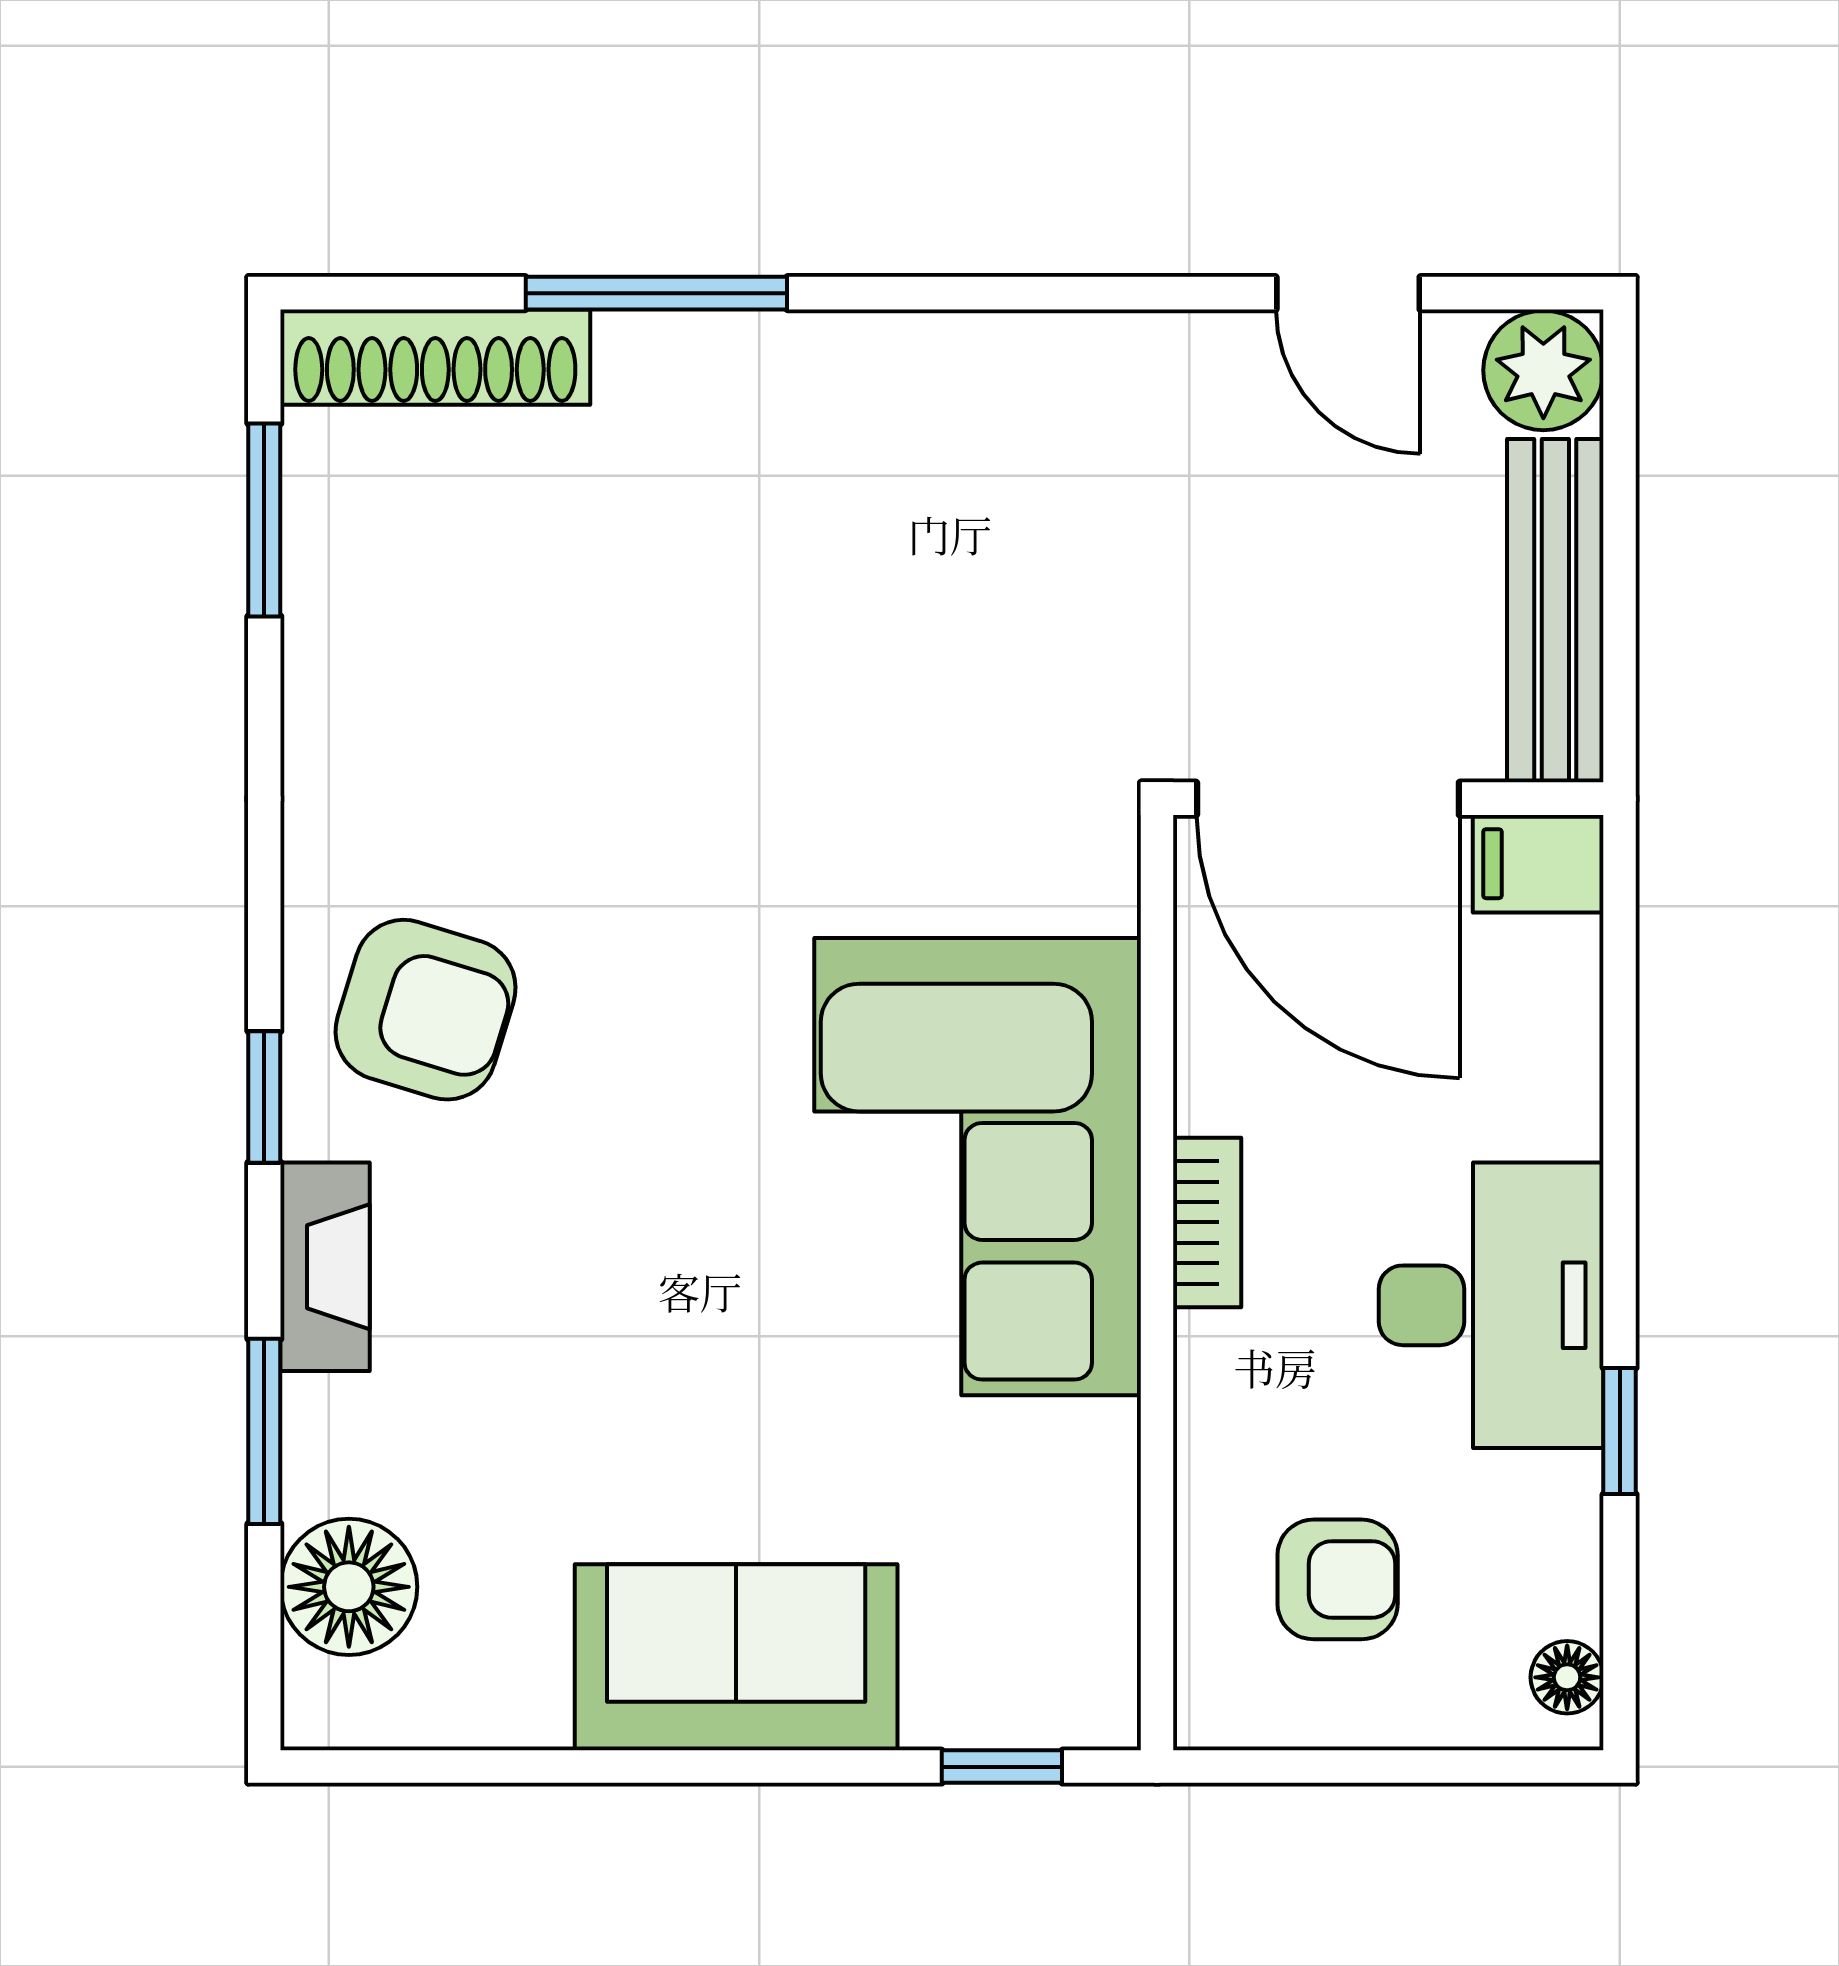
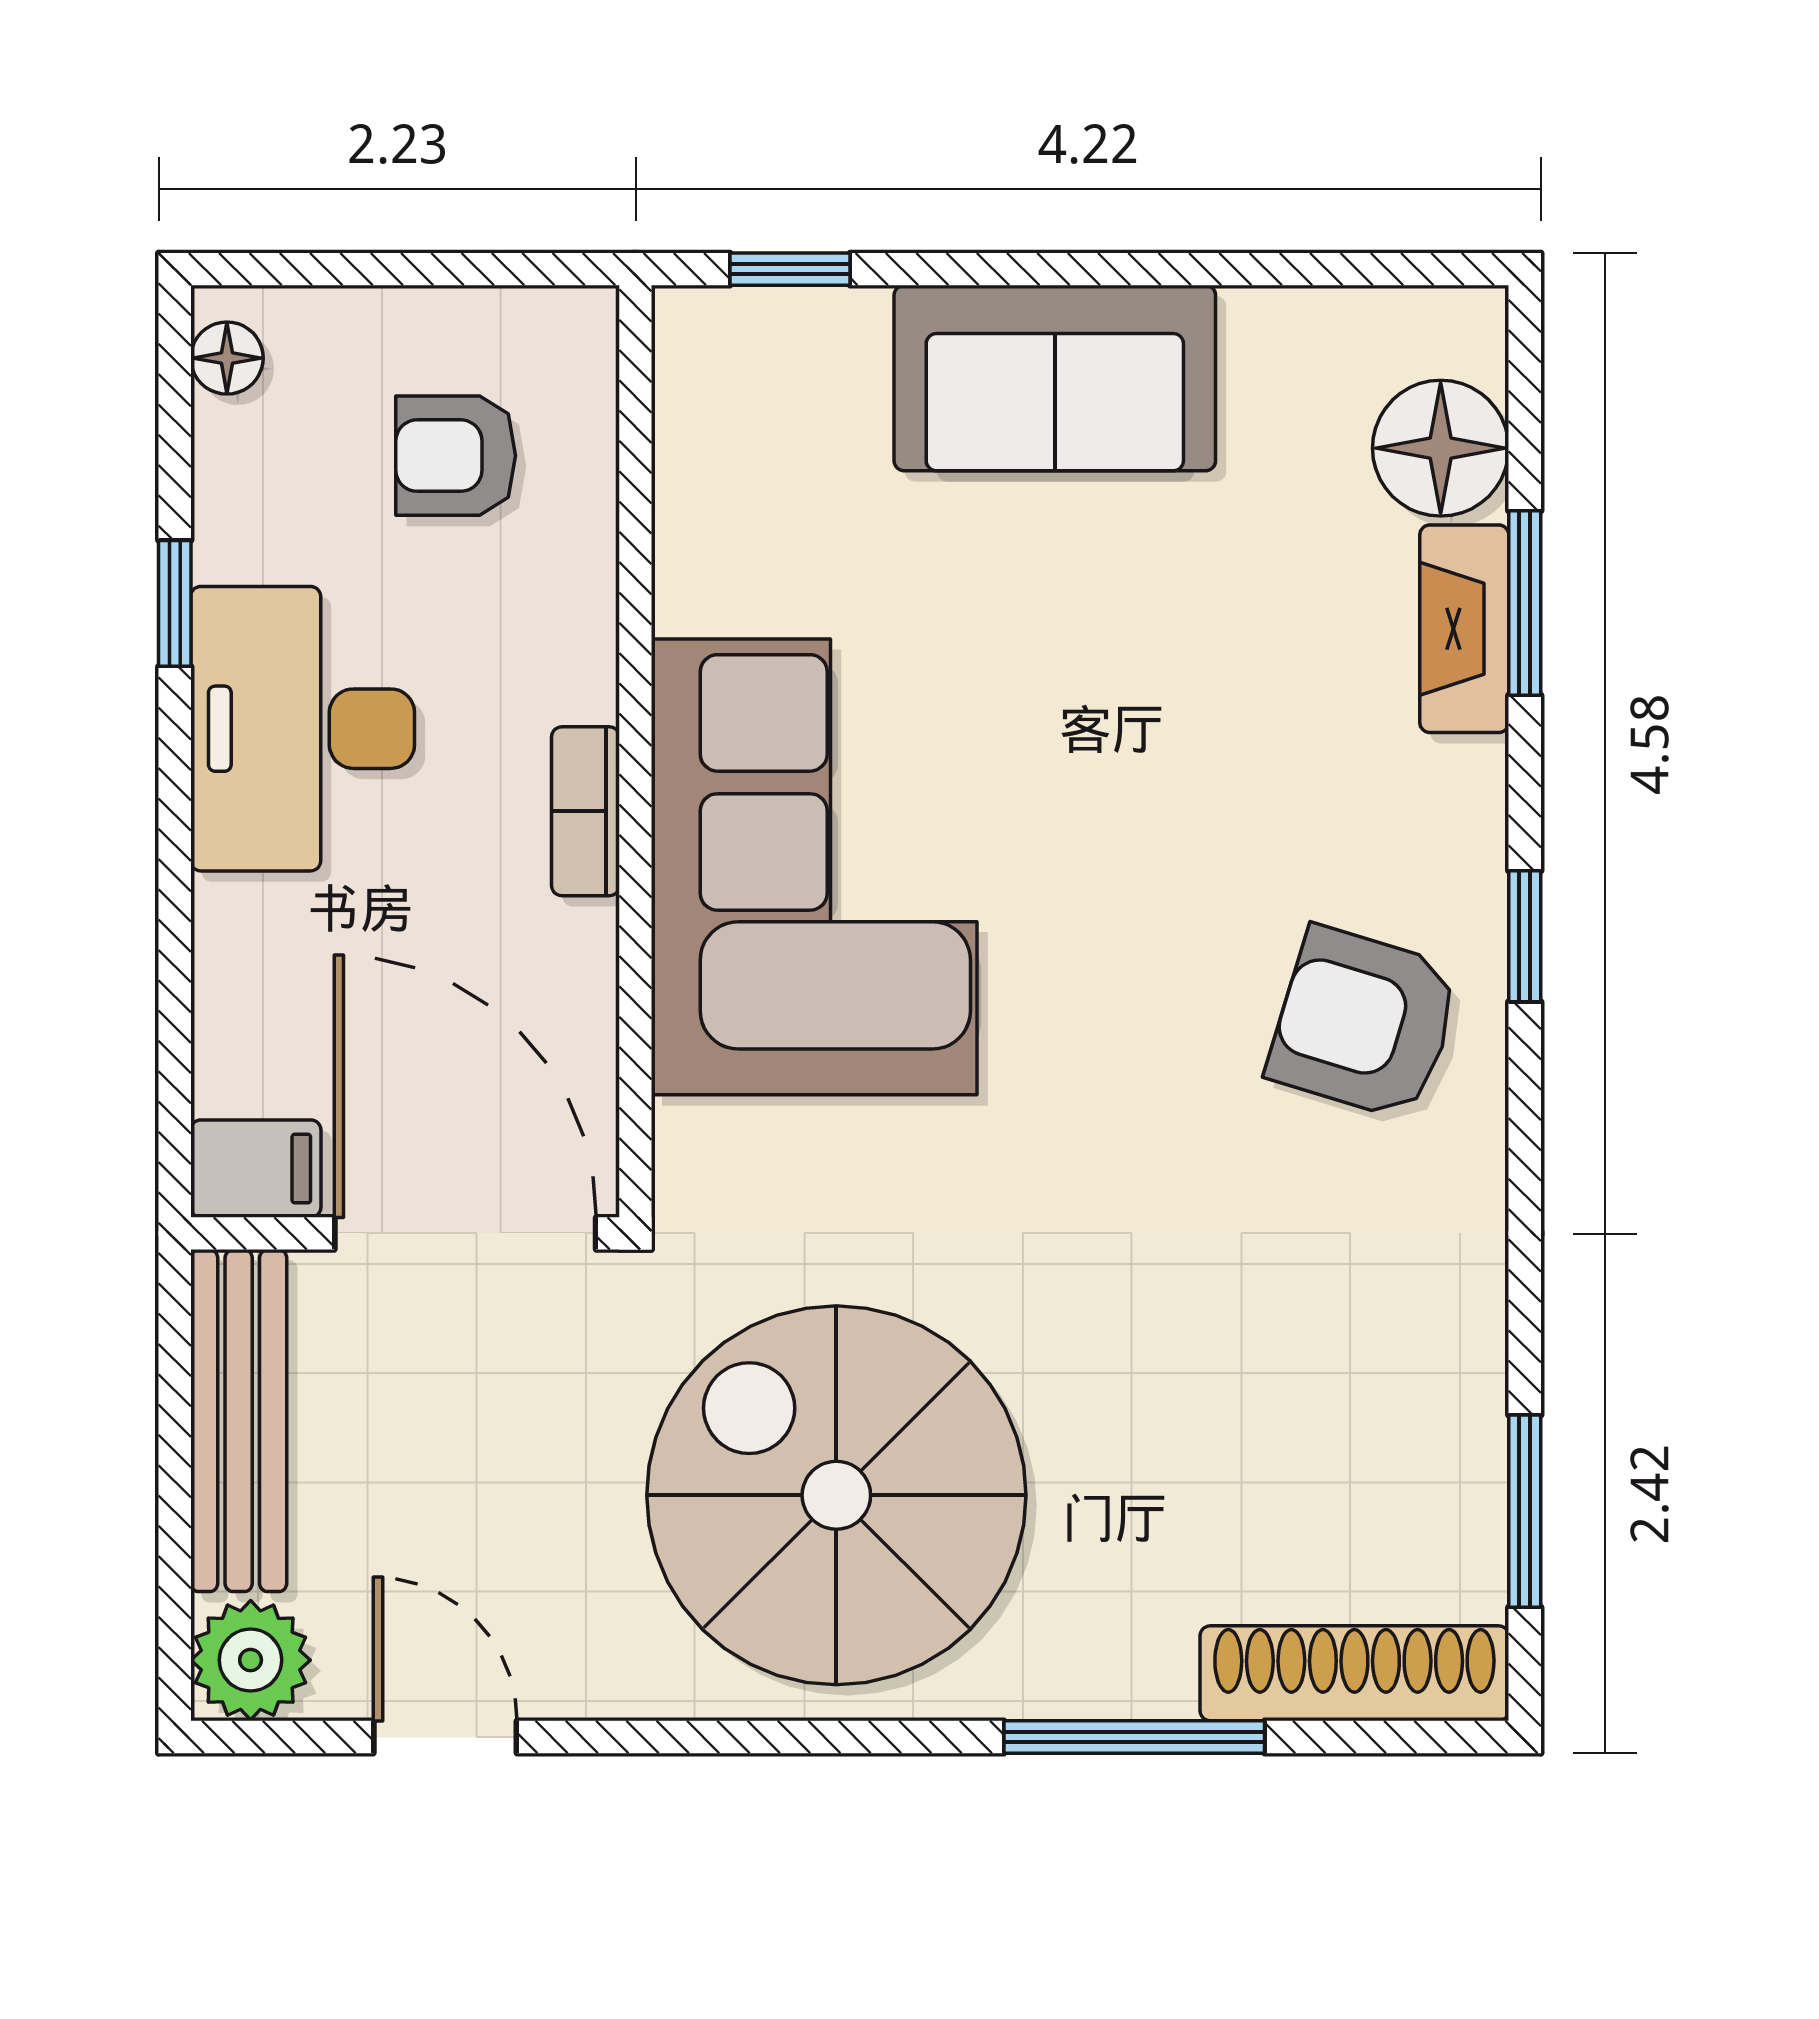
spiral stairs: (955, 536) -> (836, 1495), added
fireplace: (325, 1267) -> (1464, 629), moved

